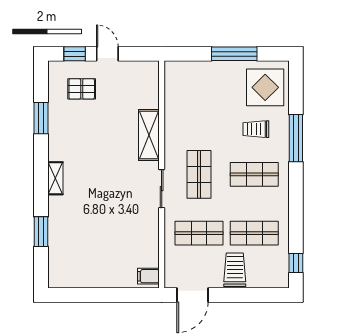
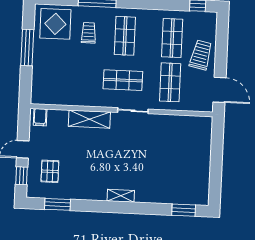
window: (41, 118) -> (57, 204), moved
trolley: (256, 129) -> (89, 33), turned 180
window: (41, 232) -> (184, 210), moved
trolley: (235, 270) -> (201, 55), turned 102
filing cabinet: (148, 276) -> (40, 117), moved

